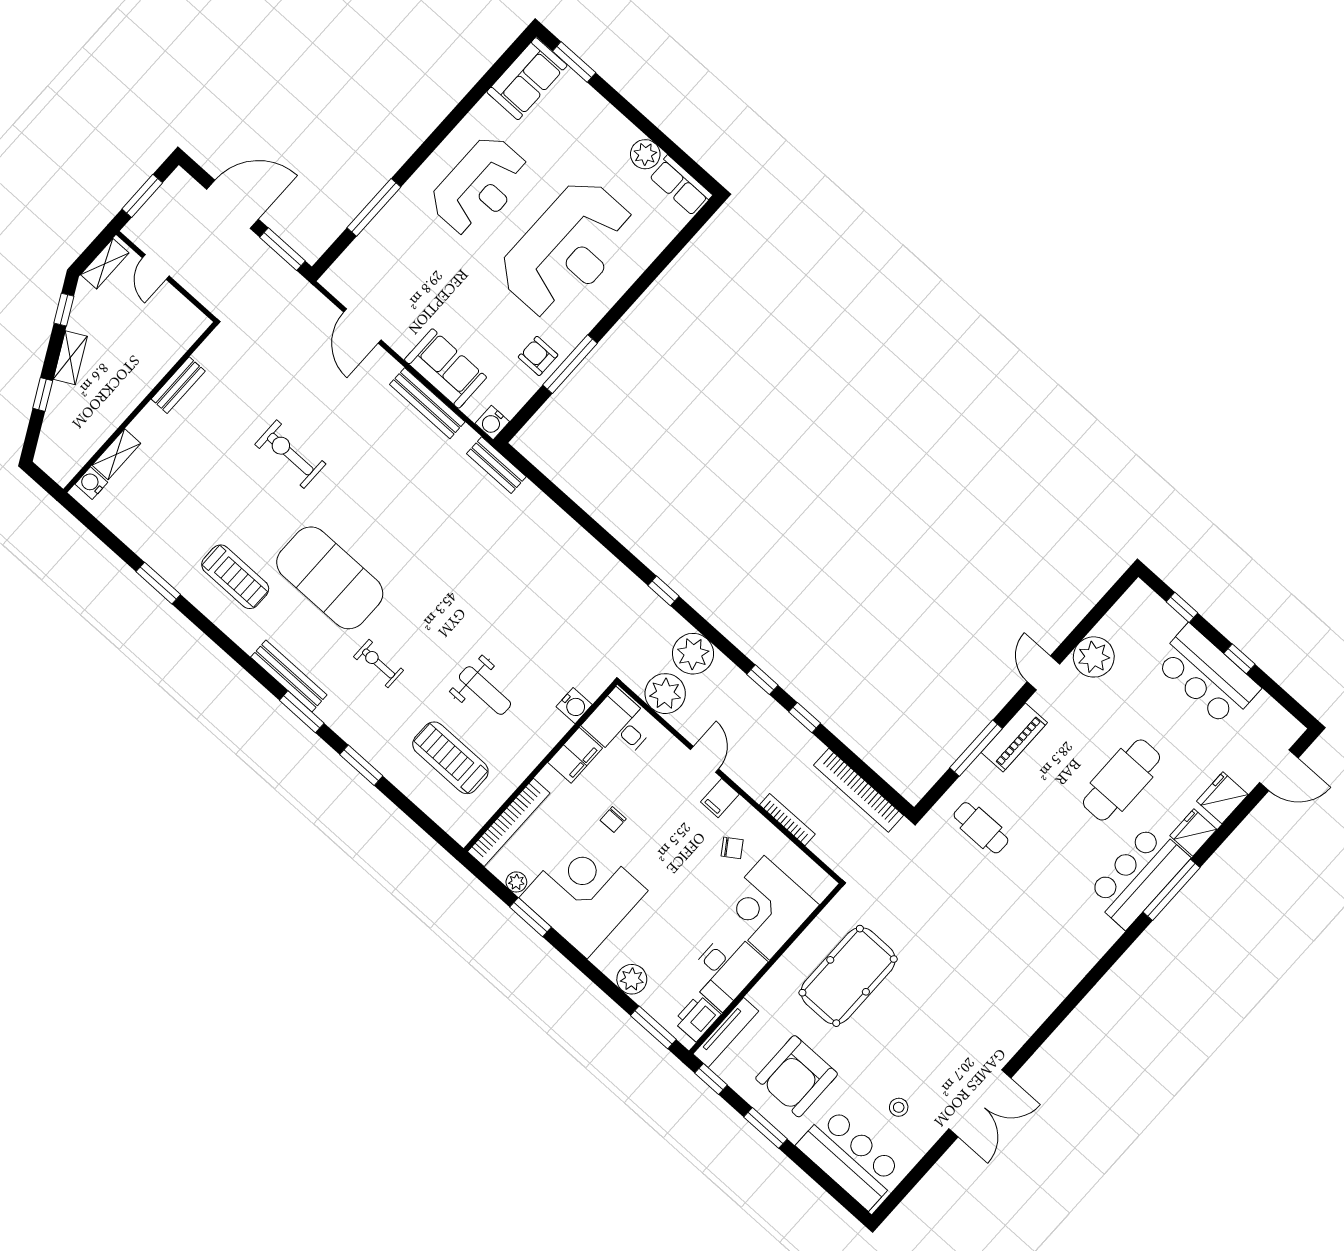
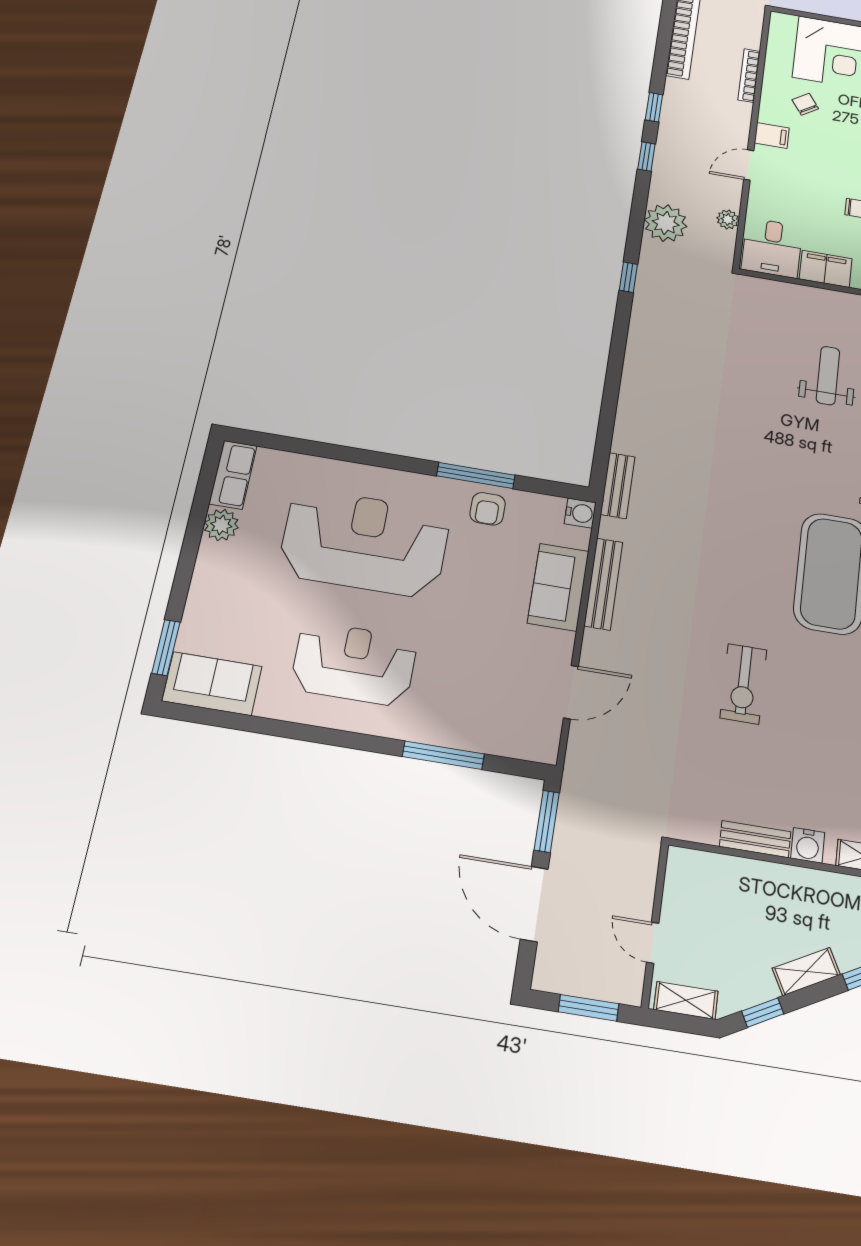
door: (156, 267) -> (653, 943), swing flipped
plant: (665, 694) -> (728, 219), width x0.53, depth x0.53
water cooler: (574, 706) -> (808, 845), moved, turned 180

